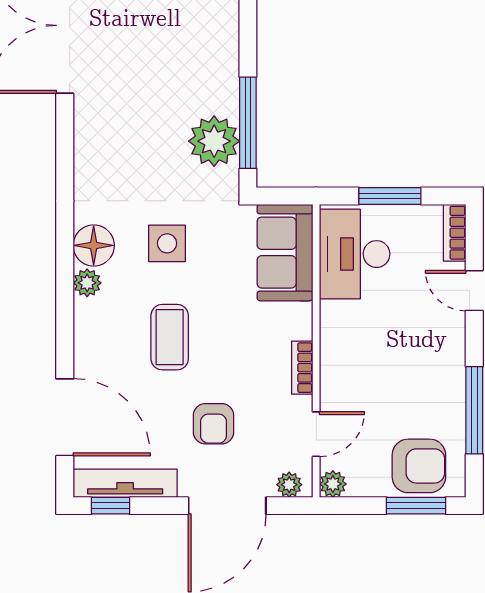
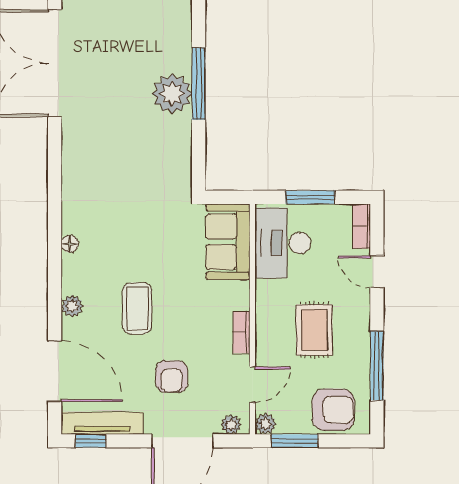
window: (248, 123) -> (199, 84), moved
plant: (214, 141) -> (172, 94), moved
side table: (167, 243) -> (135, 235), removed
floor lamp: (94, 245) -> (70, 244), width x0.53, depth x0.53
plant: (87, 283) -> (72, 306), moved
rug: (395, 364) -> (314, 330), added
window: (416, 506) -> (294, 441), moved

